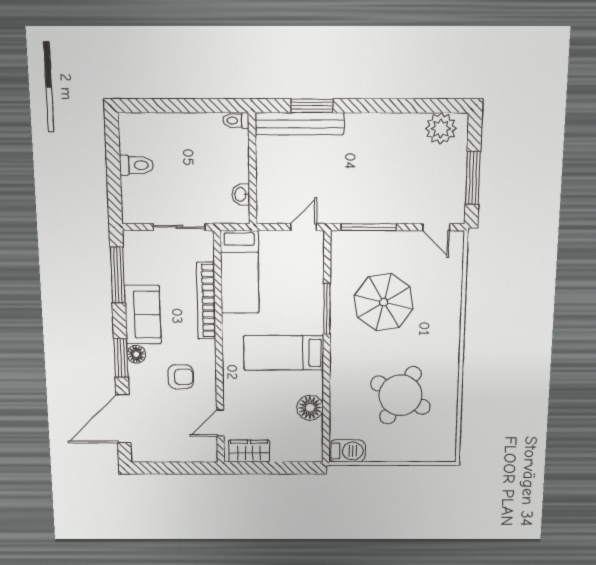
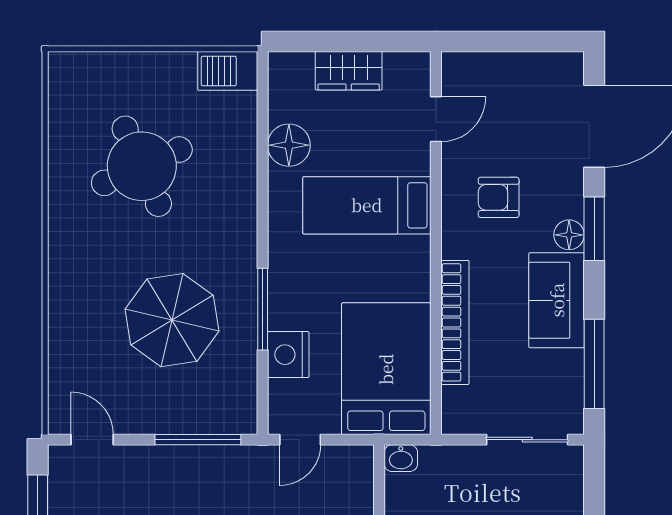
washbasin: (241, 194) -> (401, 458), moved, turned 90
sliding door: (179, 227) -> (527, 440), moved
bed: (240, 272) -> (386, 369), width x1.50
nightstand: (311, 281) -> (288, 355), added
bed: (284, 353) -> (367, 205), moved, turned 180
round table: (400, 395) -> (142, 166), turned 37
wardrobe: (249, 451) -> (349, 71), moved

